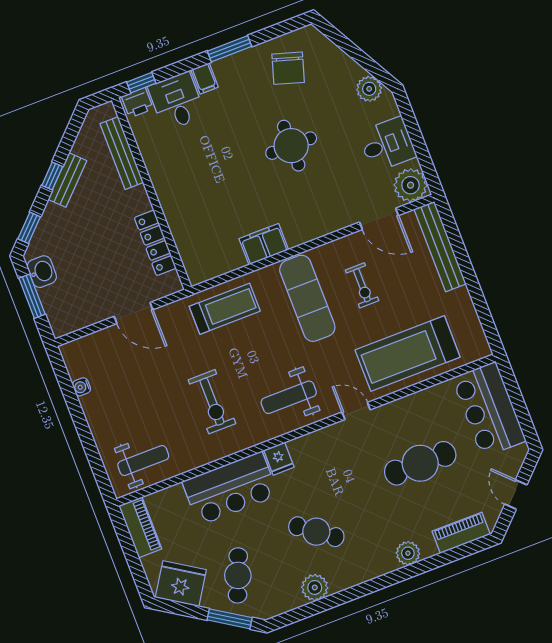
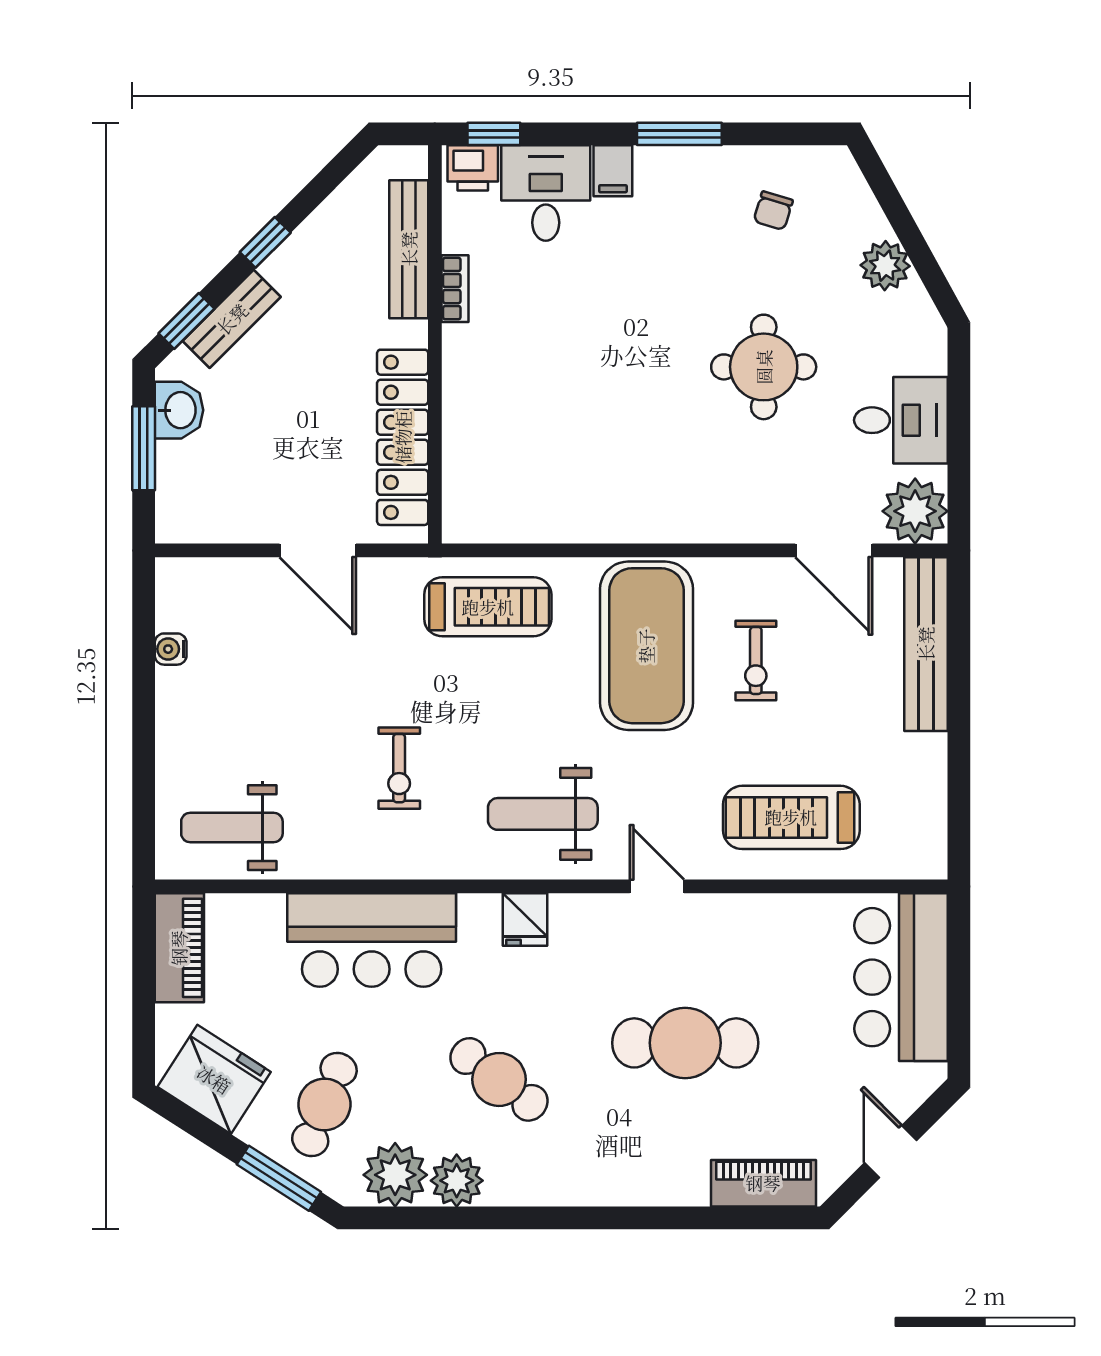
chair: (288, 68) -> (773, 211), width x0.54, depth x0.54
plant: (369, 89) -> (885, 266), moved
round table: (291, 146) -> (764, 367), moved
bookcase: (151, 163) -> (455, 289), added
bench: (67, 180) -> (232, 319), moved
locker: (155, 243) -> (403, 437), width x1.41, depth x1.21
filing cabinet: (264, 244) -> (605, 516), removed
exercise mat: (307, 298) -> (646, 646), width x1.47
treadmill: (408, 354) -> (791, 817), width x0.73, depth x0.73
exercise bike: (212, 402) -> (399, 768), width x0.73, depth x0.72
fridge: (279, 459) -> (525, 919), moved
weight bench: (143, 461) -> (232, 828), turned 180
cafe table: (420, 463) -> (685, 1043), moved
plant: (408, 553) -> (395, 1175), moved, width x1.36, depth x1.36

